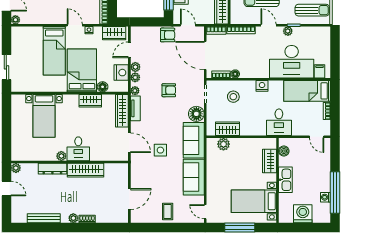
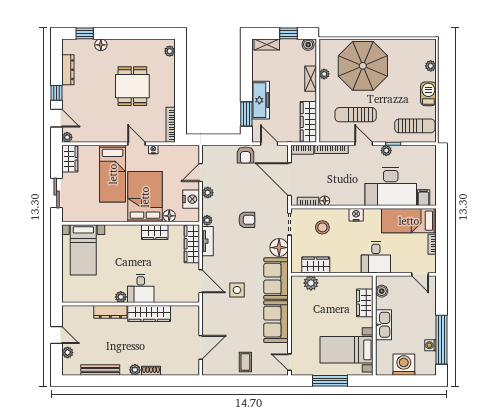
wardrobe: (114, 33) -> (70, 159), moved, turned -90
armchair: (168, 35) -> (245, 155), turned 90
plant: (135, 77) -> (207, 205), removed
bed with nightstands: (44, 116) -> (83, 250), moved
plant: (16, 168) -> (68, 352), moved

